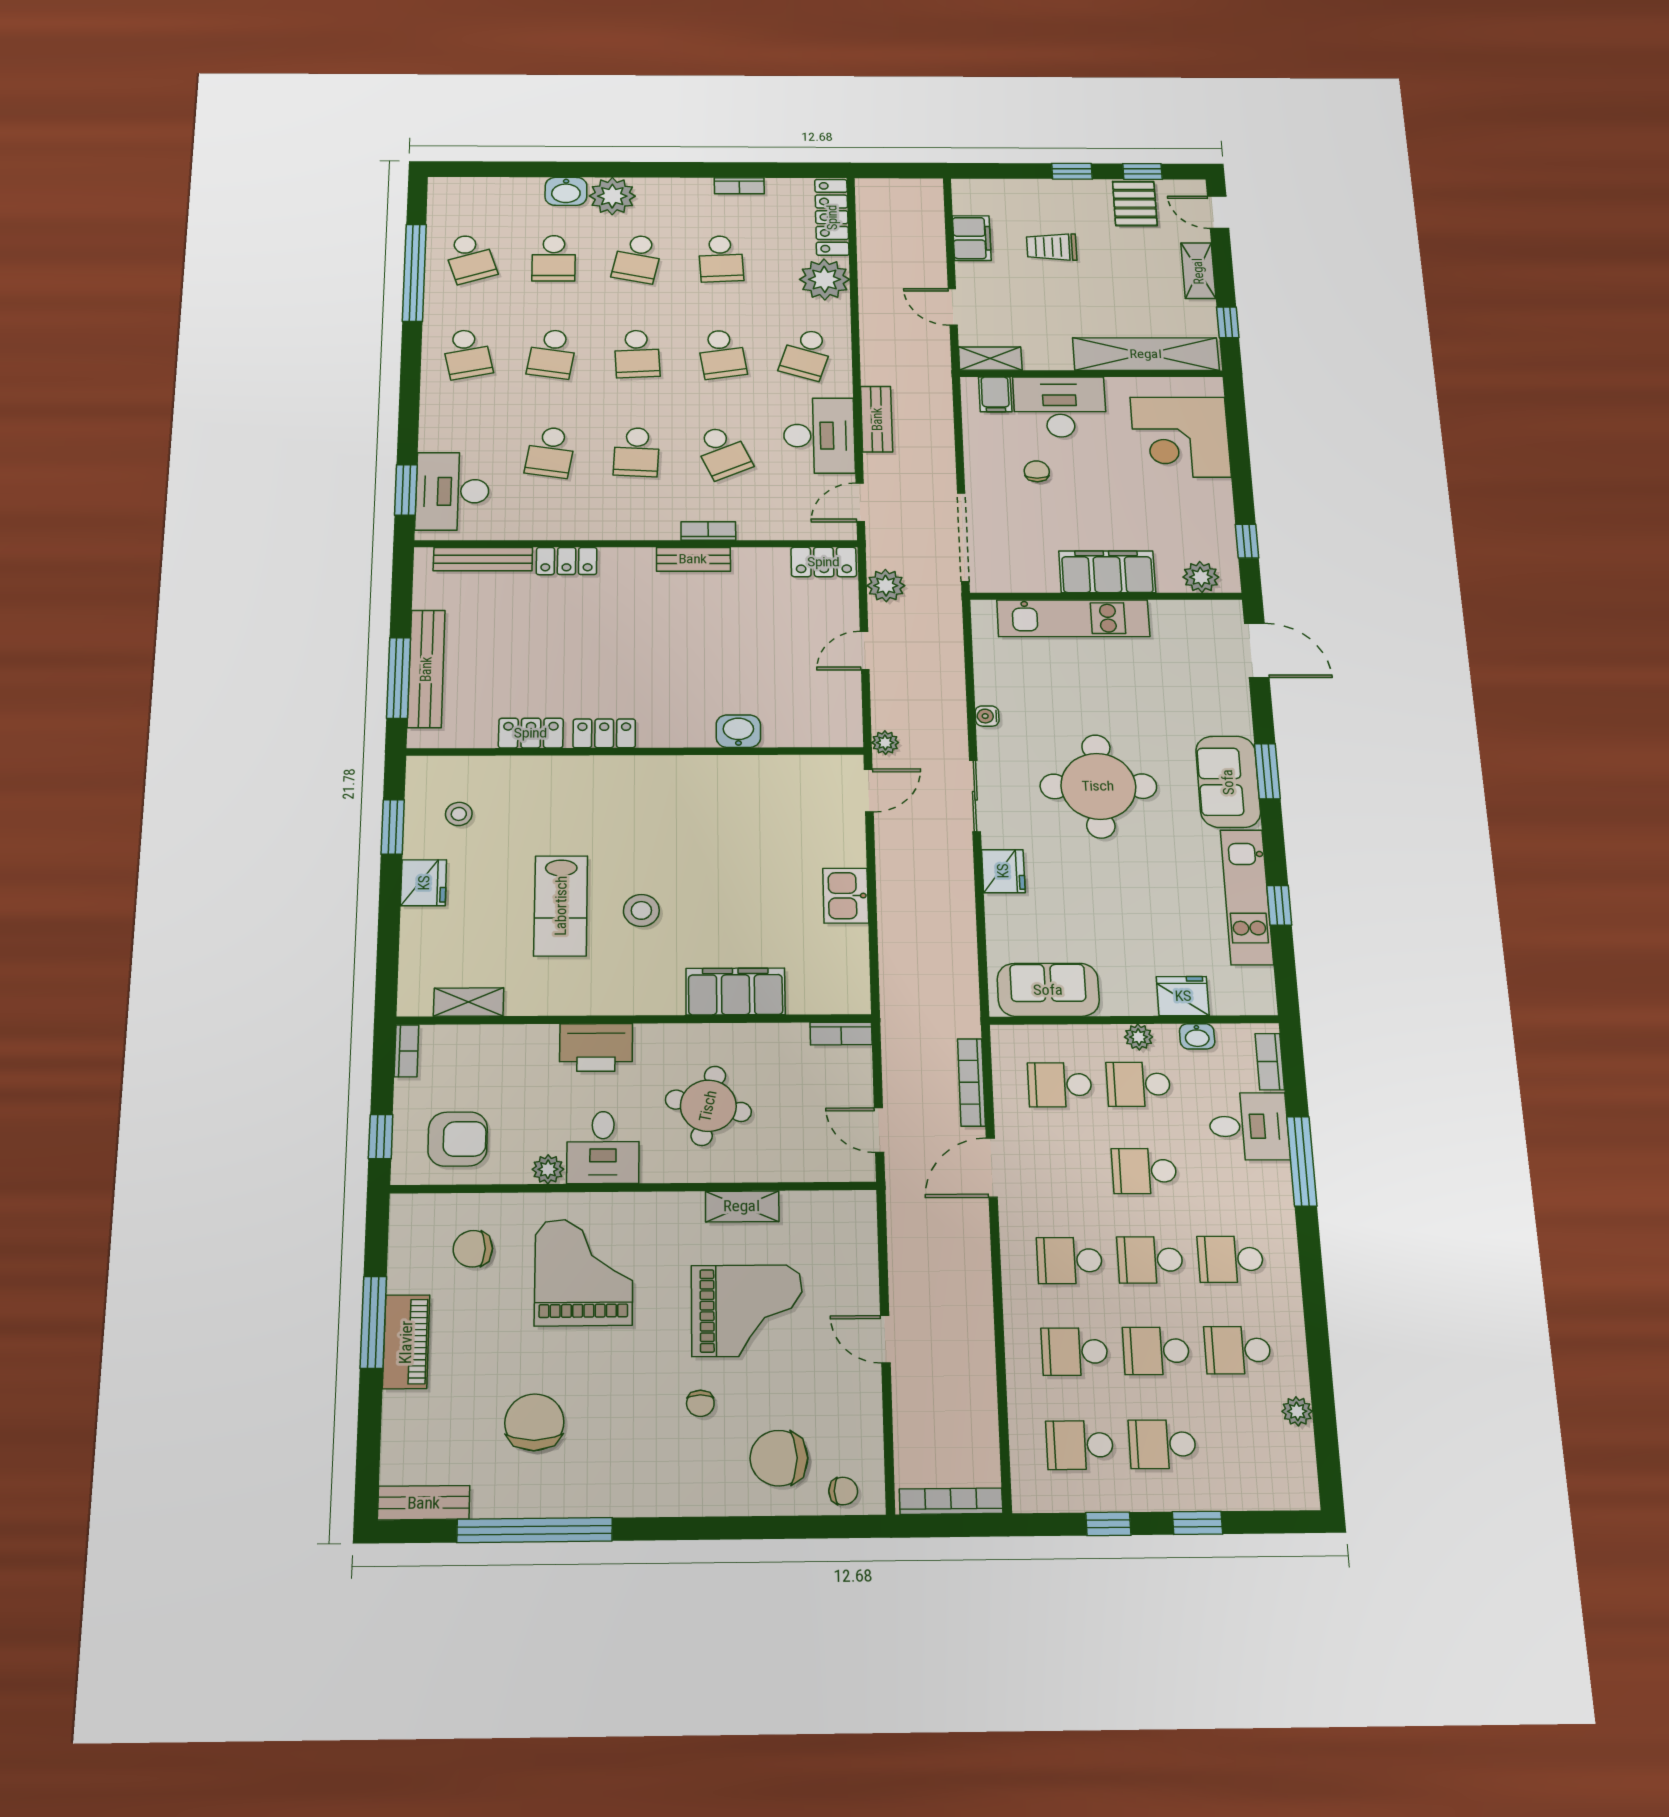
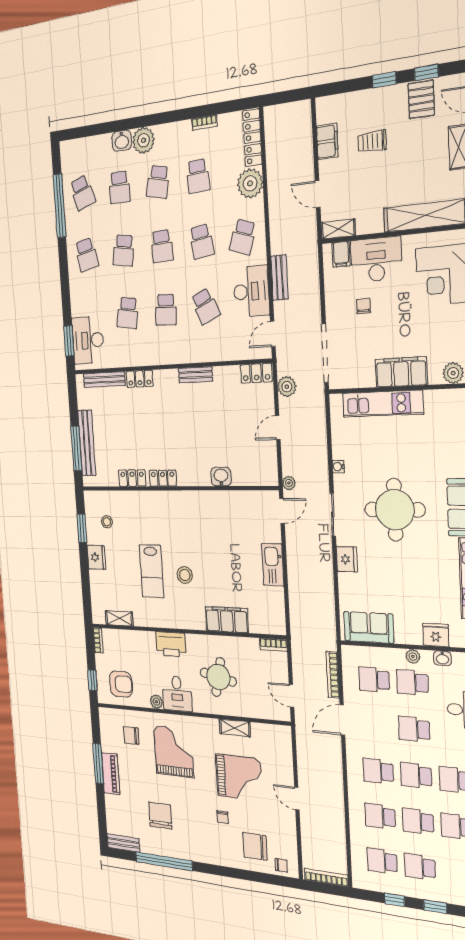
bookcase: (708, 531) -> (201, 357), removed
kitchen sink: (846, 896) -> (273, 565), width x1.38

